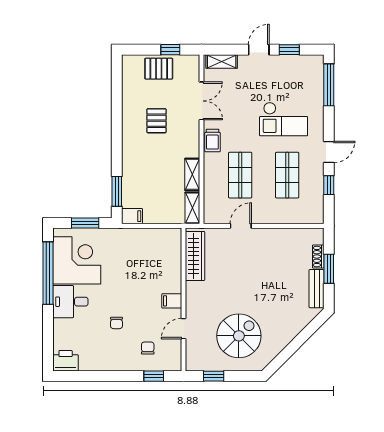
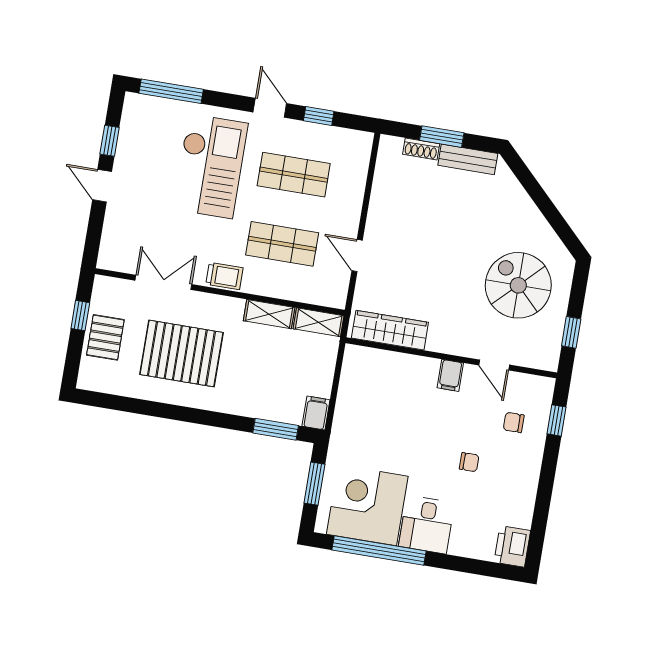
shelving: (222, 61) -> (110, 243), removed
checkout: (284, 119) -> (210, 166), width x1.36, depth x1.21
pallet: (157, 121) -> (181, 353), width x2.05, depth x2.00

